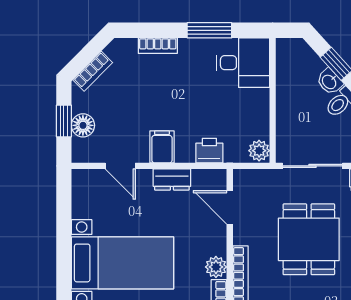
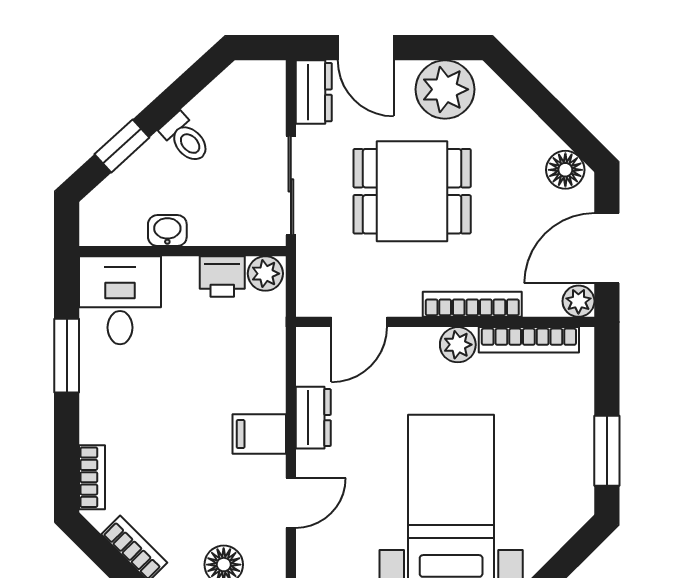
bookcase: (158, 46) -> (92, 477), moved
washbasin: (329, 82) -> (167, 231), moved, turned -138
printer: (209, 151) -> (222, 277), moved, turned -90

